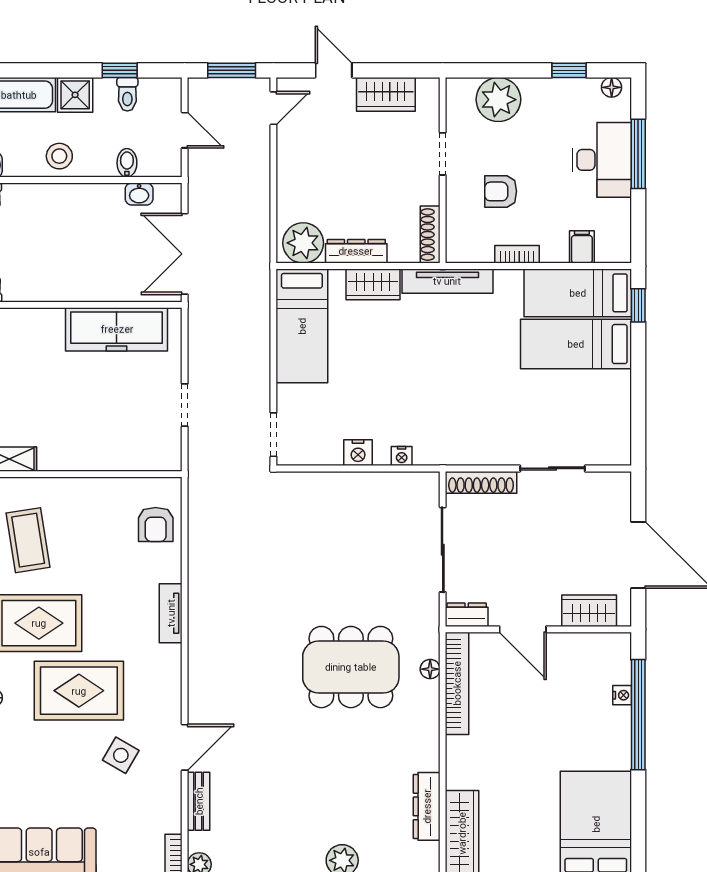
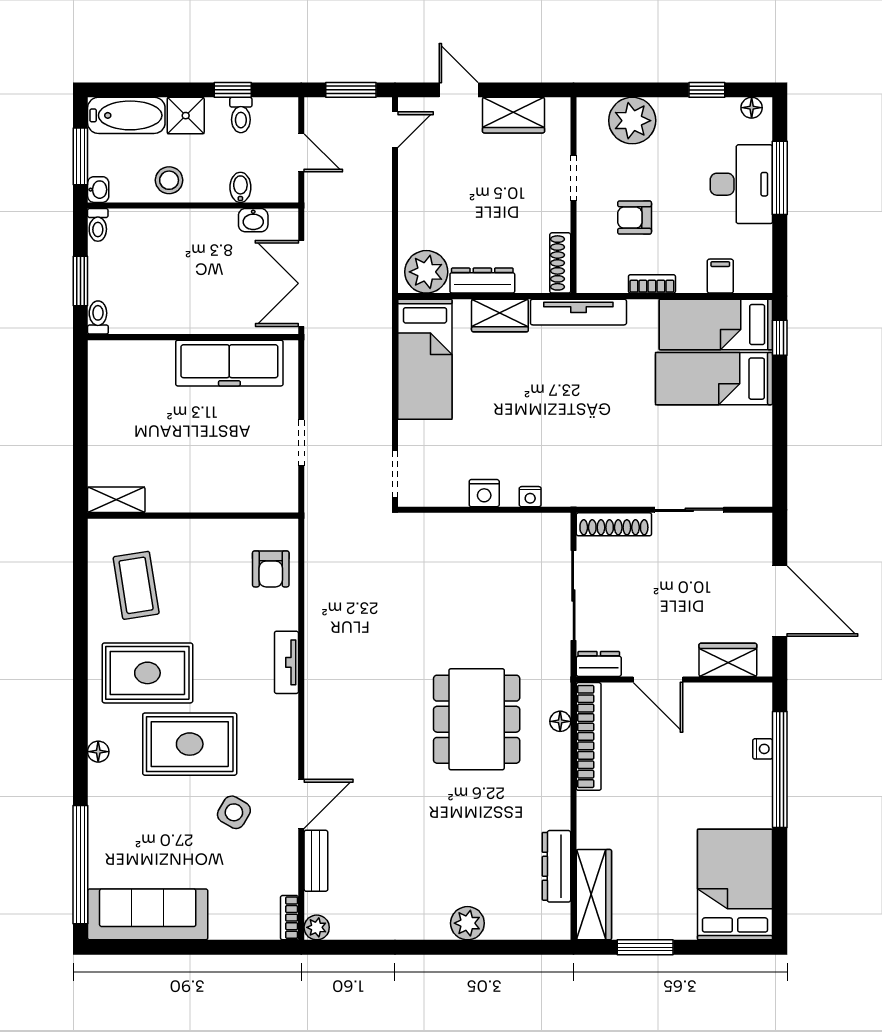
dining table: (351, 667) -> (477, 719), turned 90

